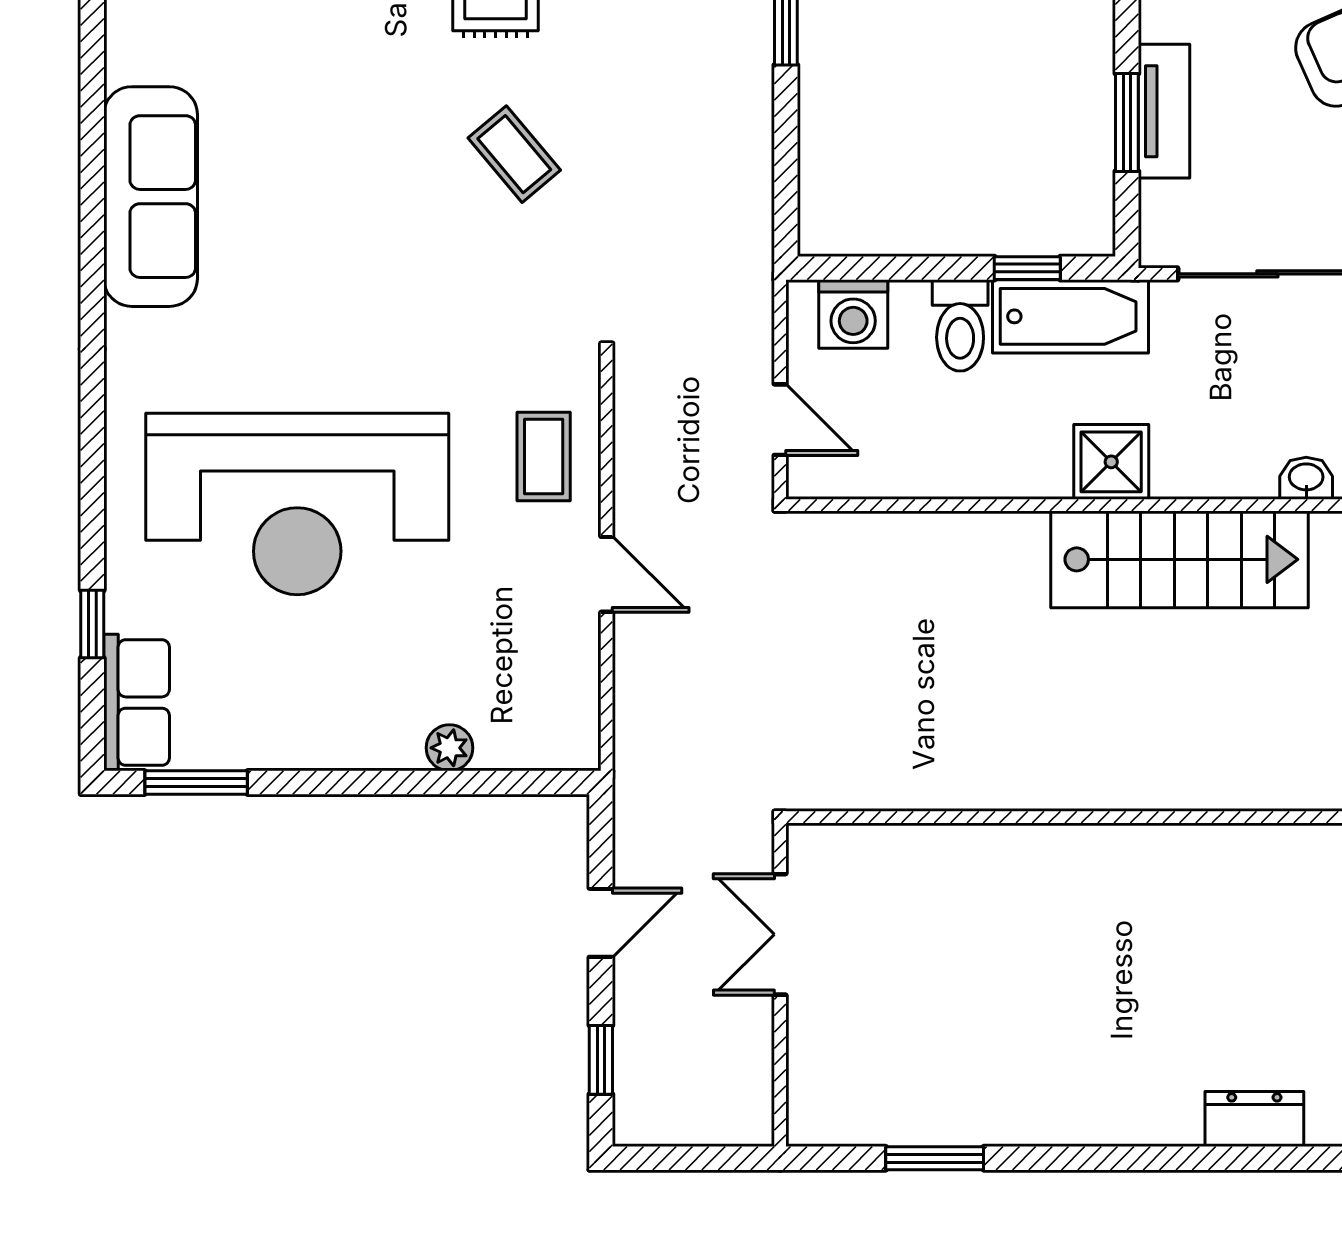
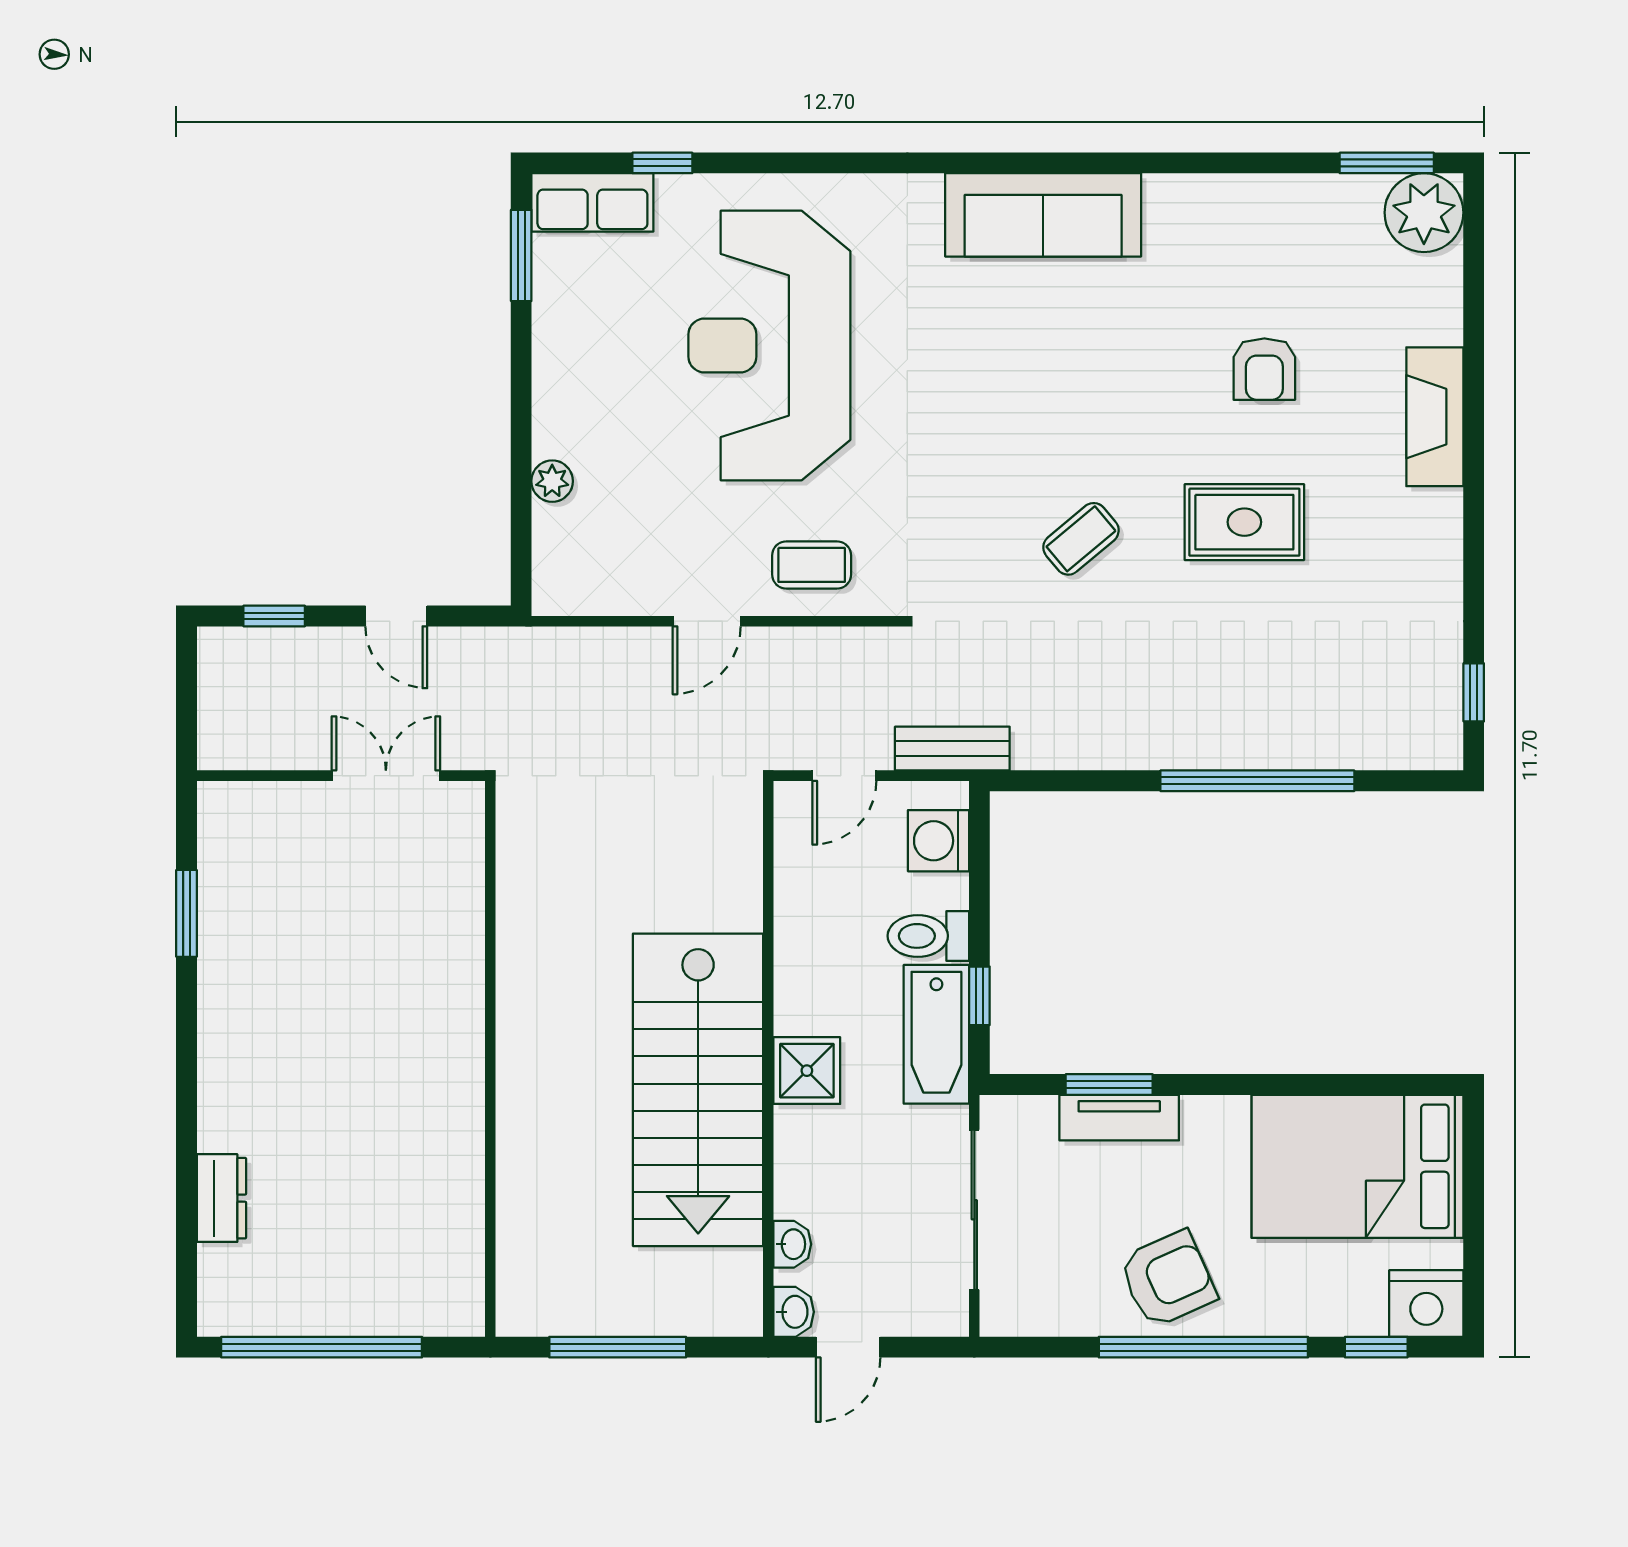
bench: (750, 299) -> (952, 749), added
stairs: (1180, 559) -> (698, 1090), width x1.36, depth x1.51

